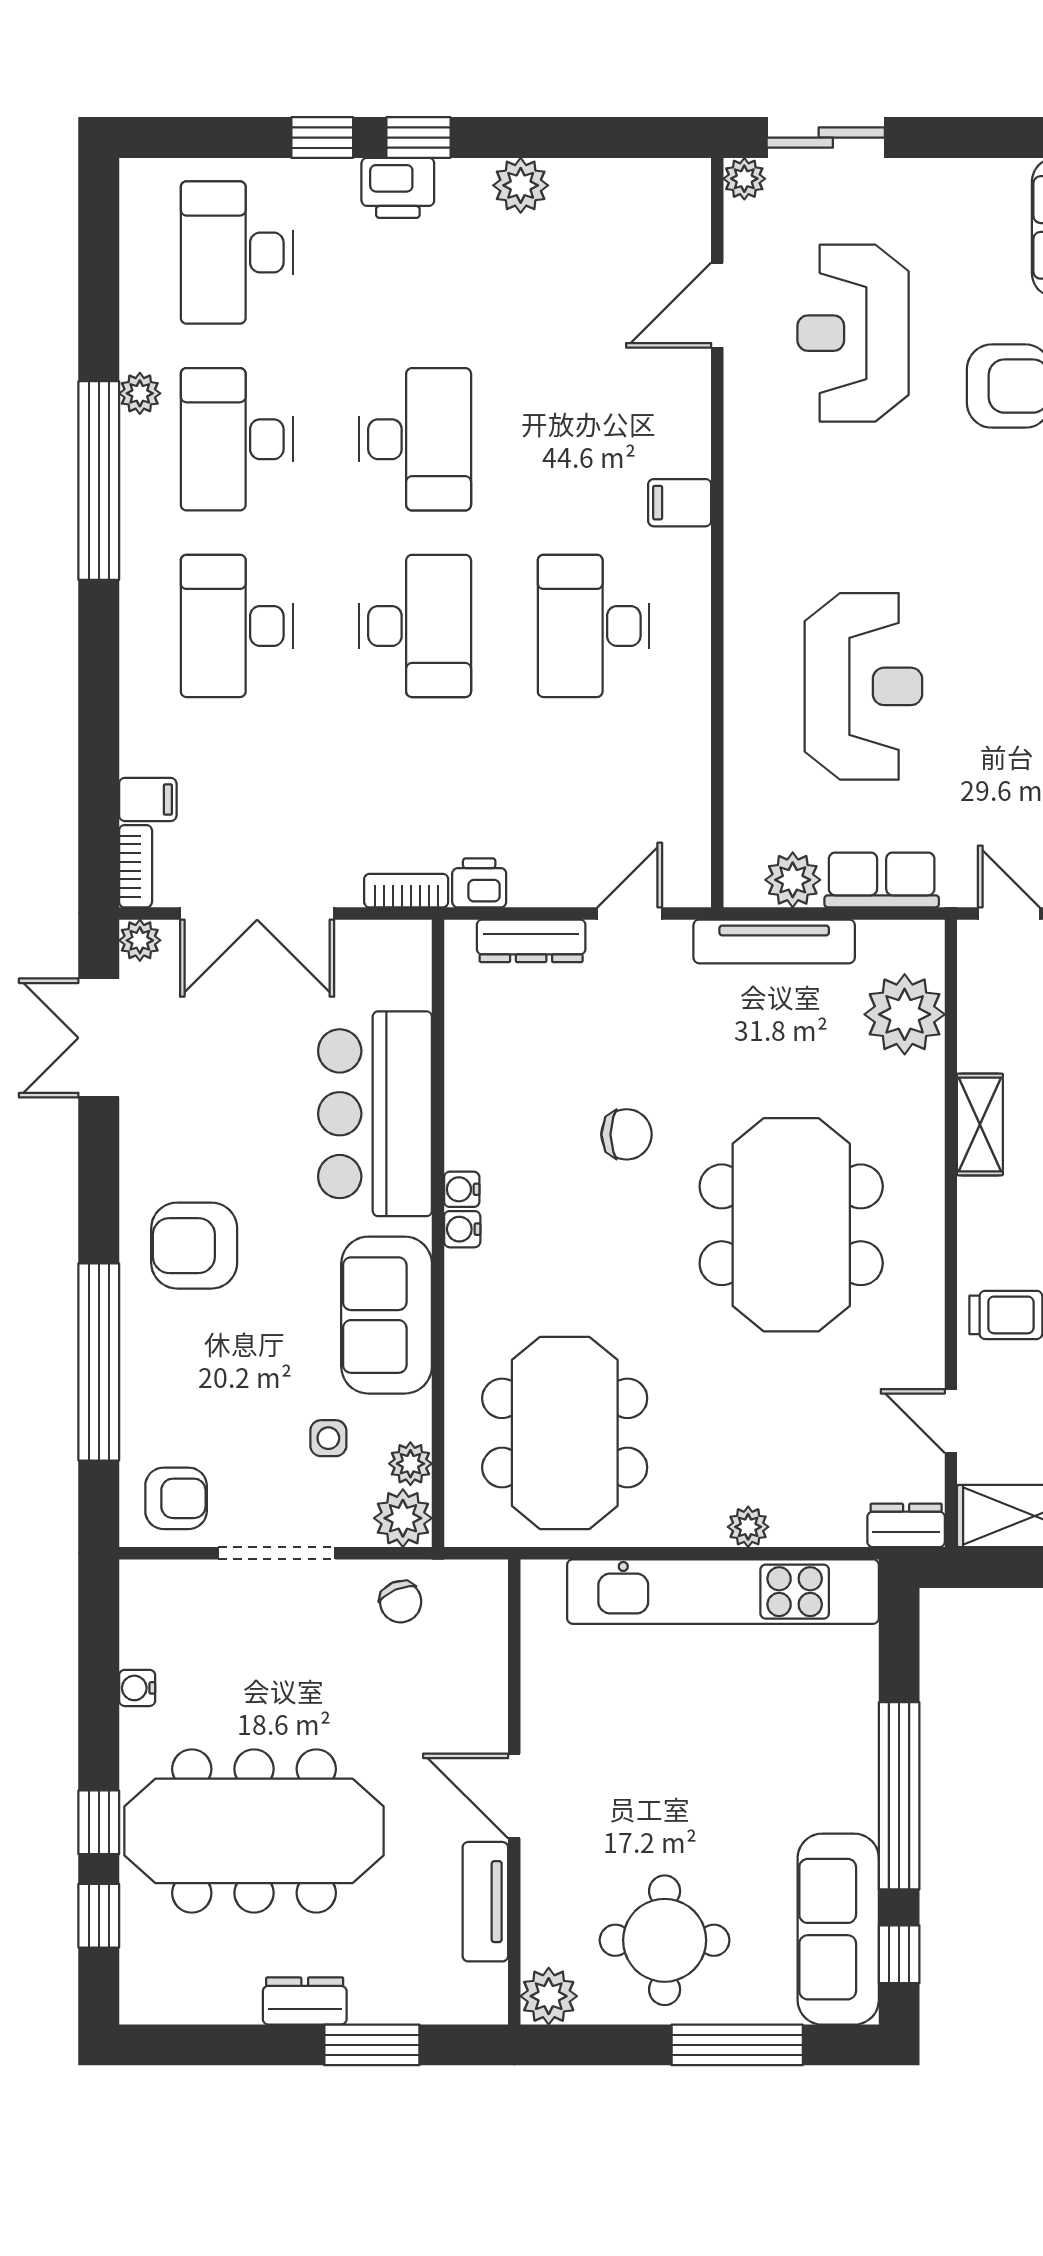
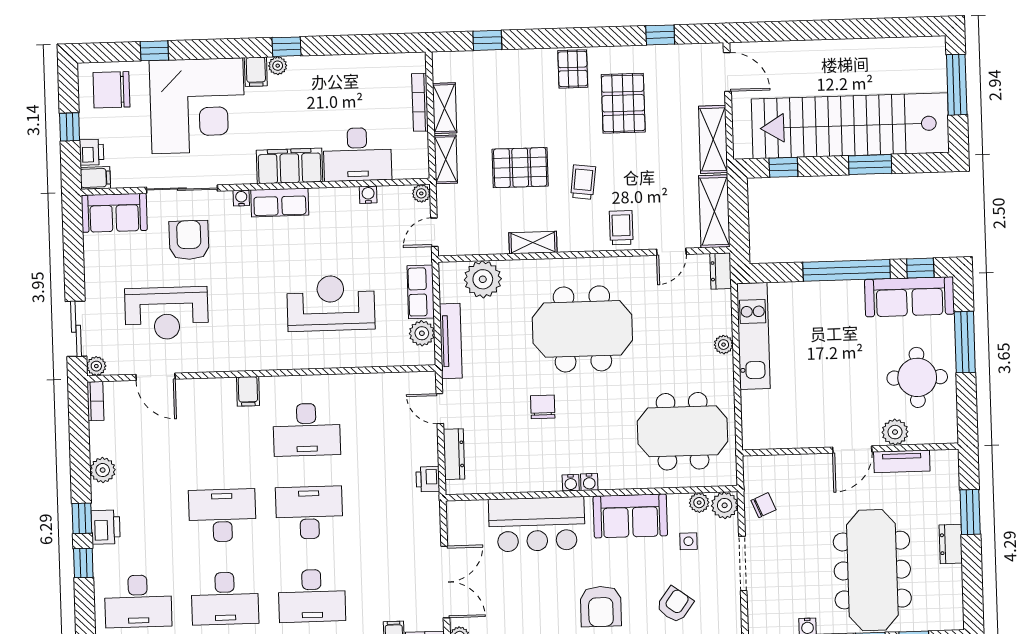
bookcase: (406, 891) -> (95, 401), moved, turned 180
armchair: (176, 1498) -> (675, 605), moved, turned 36
kitchen unit: (723, 1592) -> (753, 336), width x0.73
plant: (549, 1996) -> (895, 432), moved

